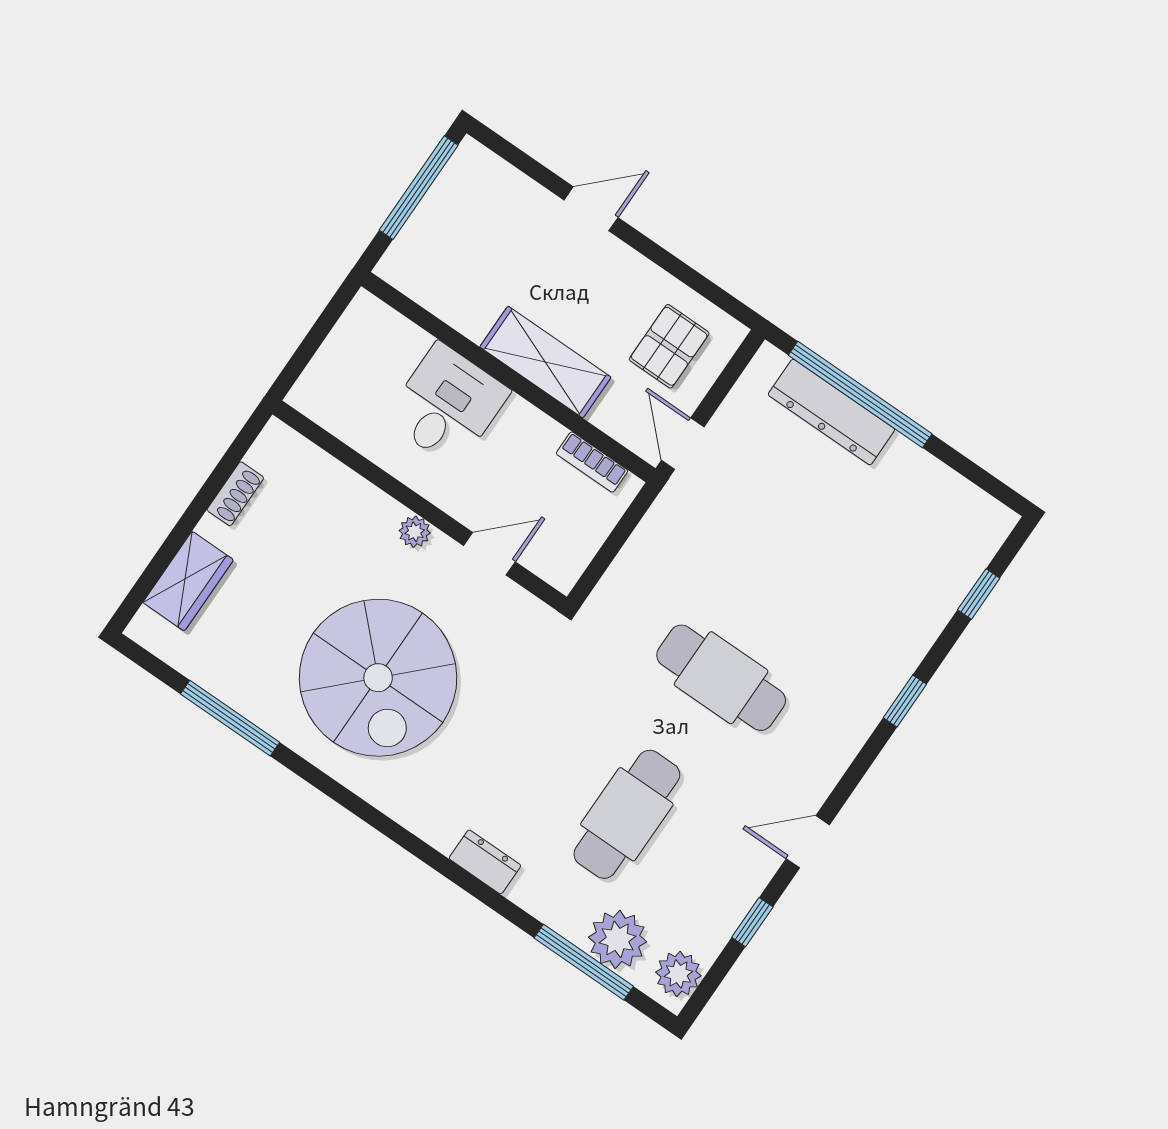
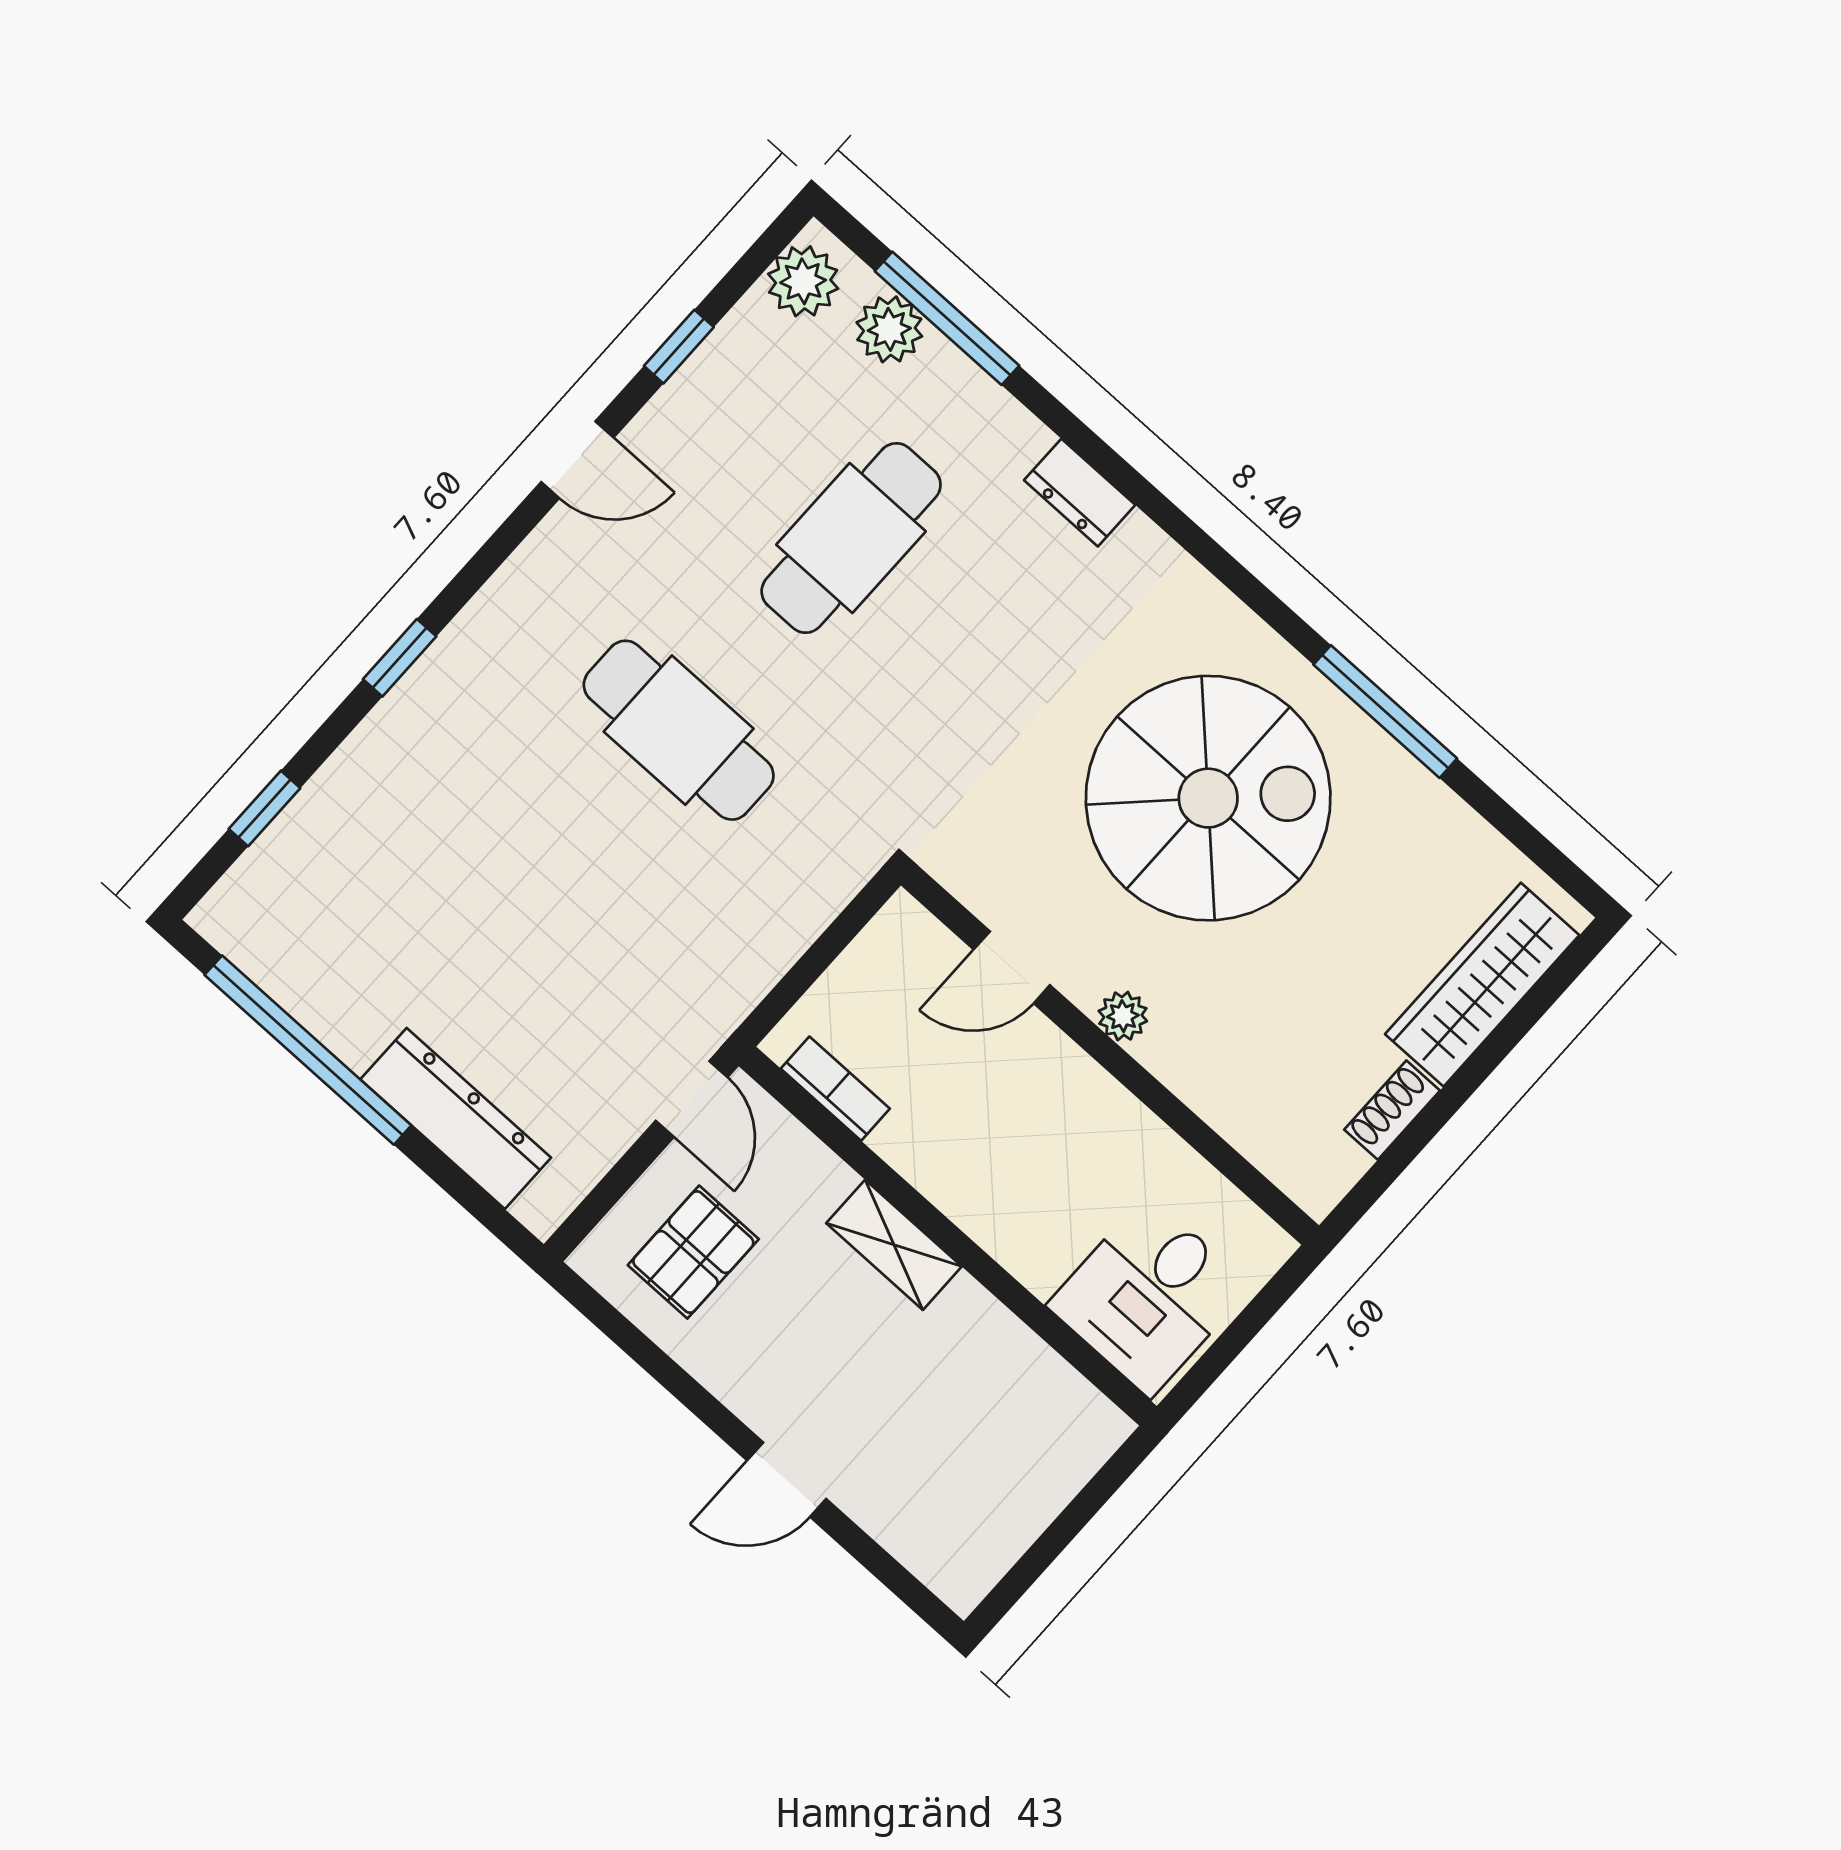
window: (419, 188) -> (1049, 1546), removed
shelving: (545, 362) -> (894, 1245), width x0.67, depth x0.75
window: (860, 394) -> (308, 1050), moved
desk: (447, 405) -> (1149, 1296), moved
wardrobe: (188, 581) -> (1482, 985), width x1.50
spiral stairs: (378, 678) -> (1208, 798), turned 90
window: (230, 718) -> (1385, 712), moved
plant: (618, 939) -> (889, 329), width x0.73, depth x0.73

